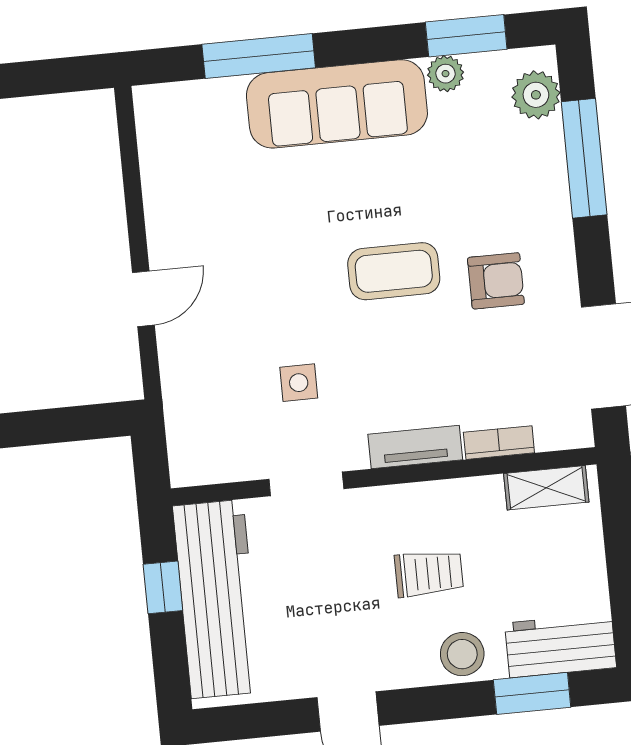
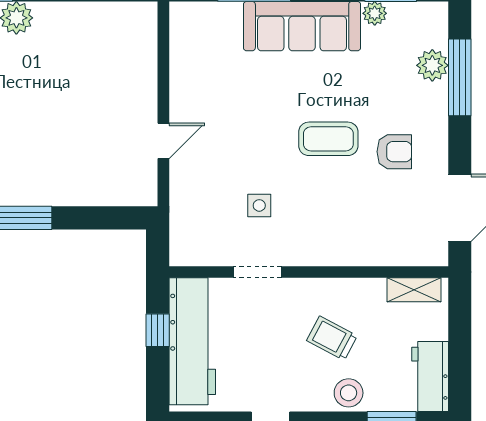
plant: (536, 95) -> (432, 65), moved
bookcase: (499, 443) -> (386, 257), removed
tv unit: (415, 447) -> (331, 255), removed
trolley: (429, 573) -> (332, 338), turned -152
workbench: (561, 645) -> (430, 377), moved, turned -90

